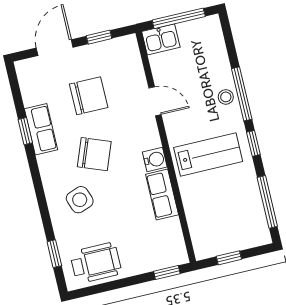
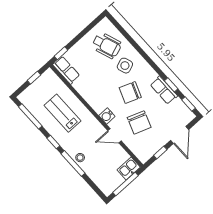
chair: (89, 96) -> (139, 122), moved, turned -70
lab bench: (208, 154) -> (62, 113), moved, turned 90
water cooler: (155, 160) -> (107, 116), moved
row of seats: (162, 195) -> (66, 70), moved
window: (54, 254) -> (189, 104), moved
wheelchair: (96, 263) -> (107, 45), moved, turned -110

